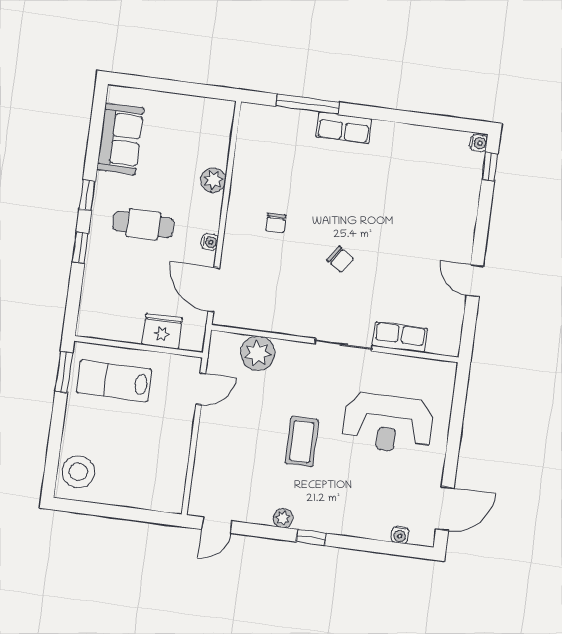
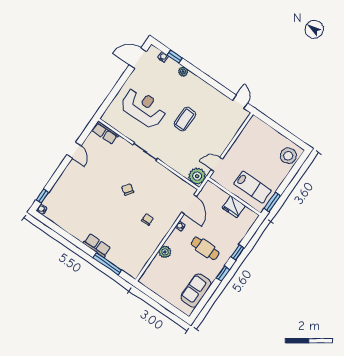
fridge: (162, 331) -> (234, 207), moved
row of seats: (400, 337) -> (105, 133), moved
plant: (258, 353) -> (197, 176), moved
plant: (283, 518) -> (183, 72), moved
door: (217, 525) -> (240, 102), hinge flipped
window: (311, 538) -> (175, 56), moved

